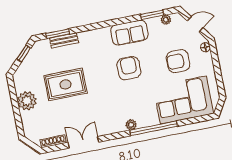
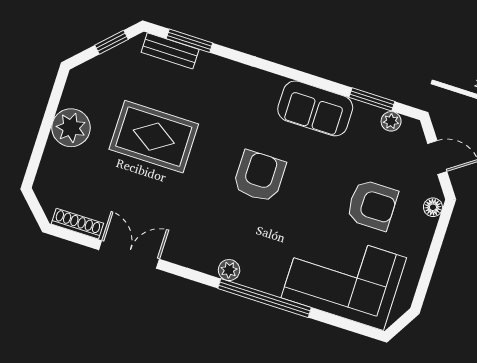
bench: (64, 40) -> (170, 51), moved
armchair: (178, 61) -> (372, 205), turned 180
armchair: (129, 68) -> (259, 176), moved

